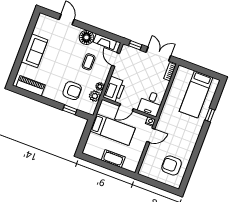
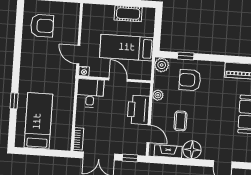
printer: (114, 89) -> (138, 110), moved
plant: (95, 96) -> (162, 65), moved
door: (126, 107) -> (118, 80), hinge flipped
door: (151, 135) -> (78, 55), hinge flipped
cot: (113, 159) -> (128, 14), moved

